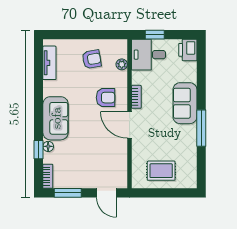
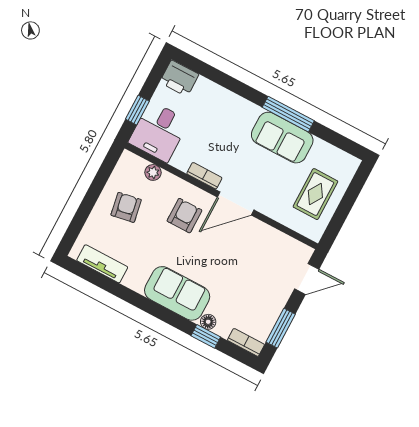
sofa: (185, 103) -> (282, 138), moved

